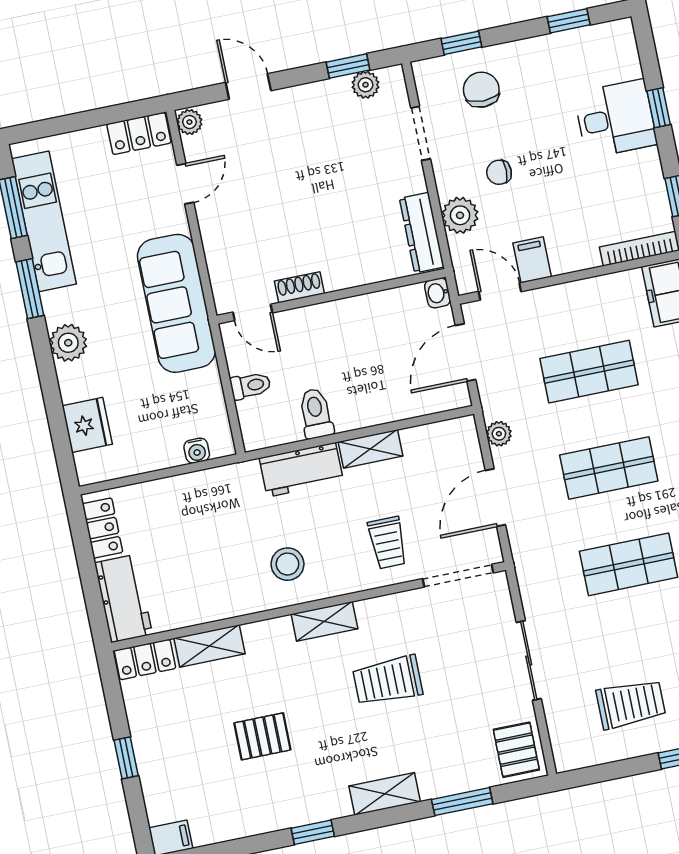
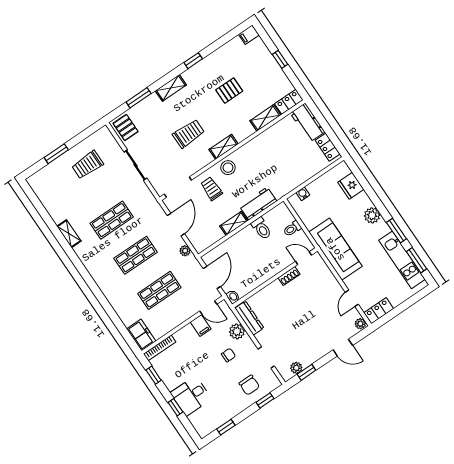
stool: (287, 564) -> (228, 168), moved

